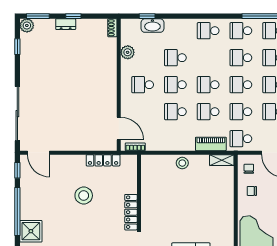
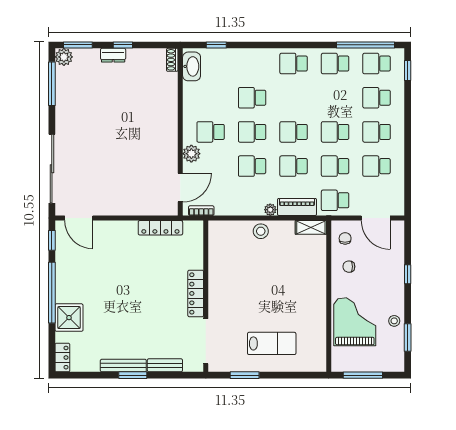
washbasin: (152, 26) -> (192, 66), moved, turned -90
window: (17, 47) -> (52, 84), width x2.17
plant: (128, 52) -> (191, 154), moved
school desk: (241, 58) -> (335, 98), removed
door: (119, 129) -> (180, 188), hinge flipped
plant: (190, 146) -> (270, 210), added
stool: (84, 196) -> (136, 272), removed

